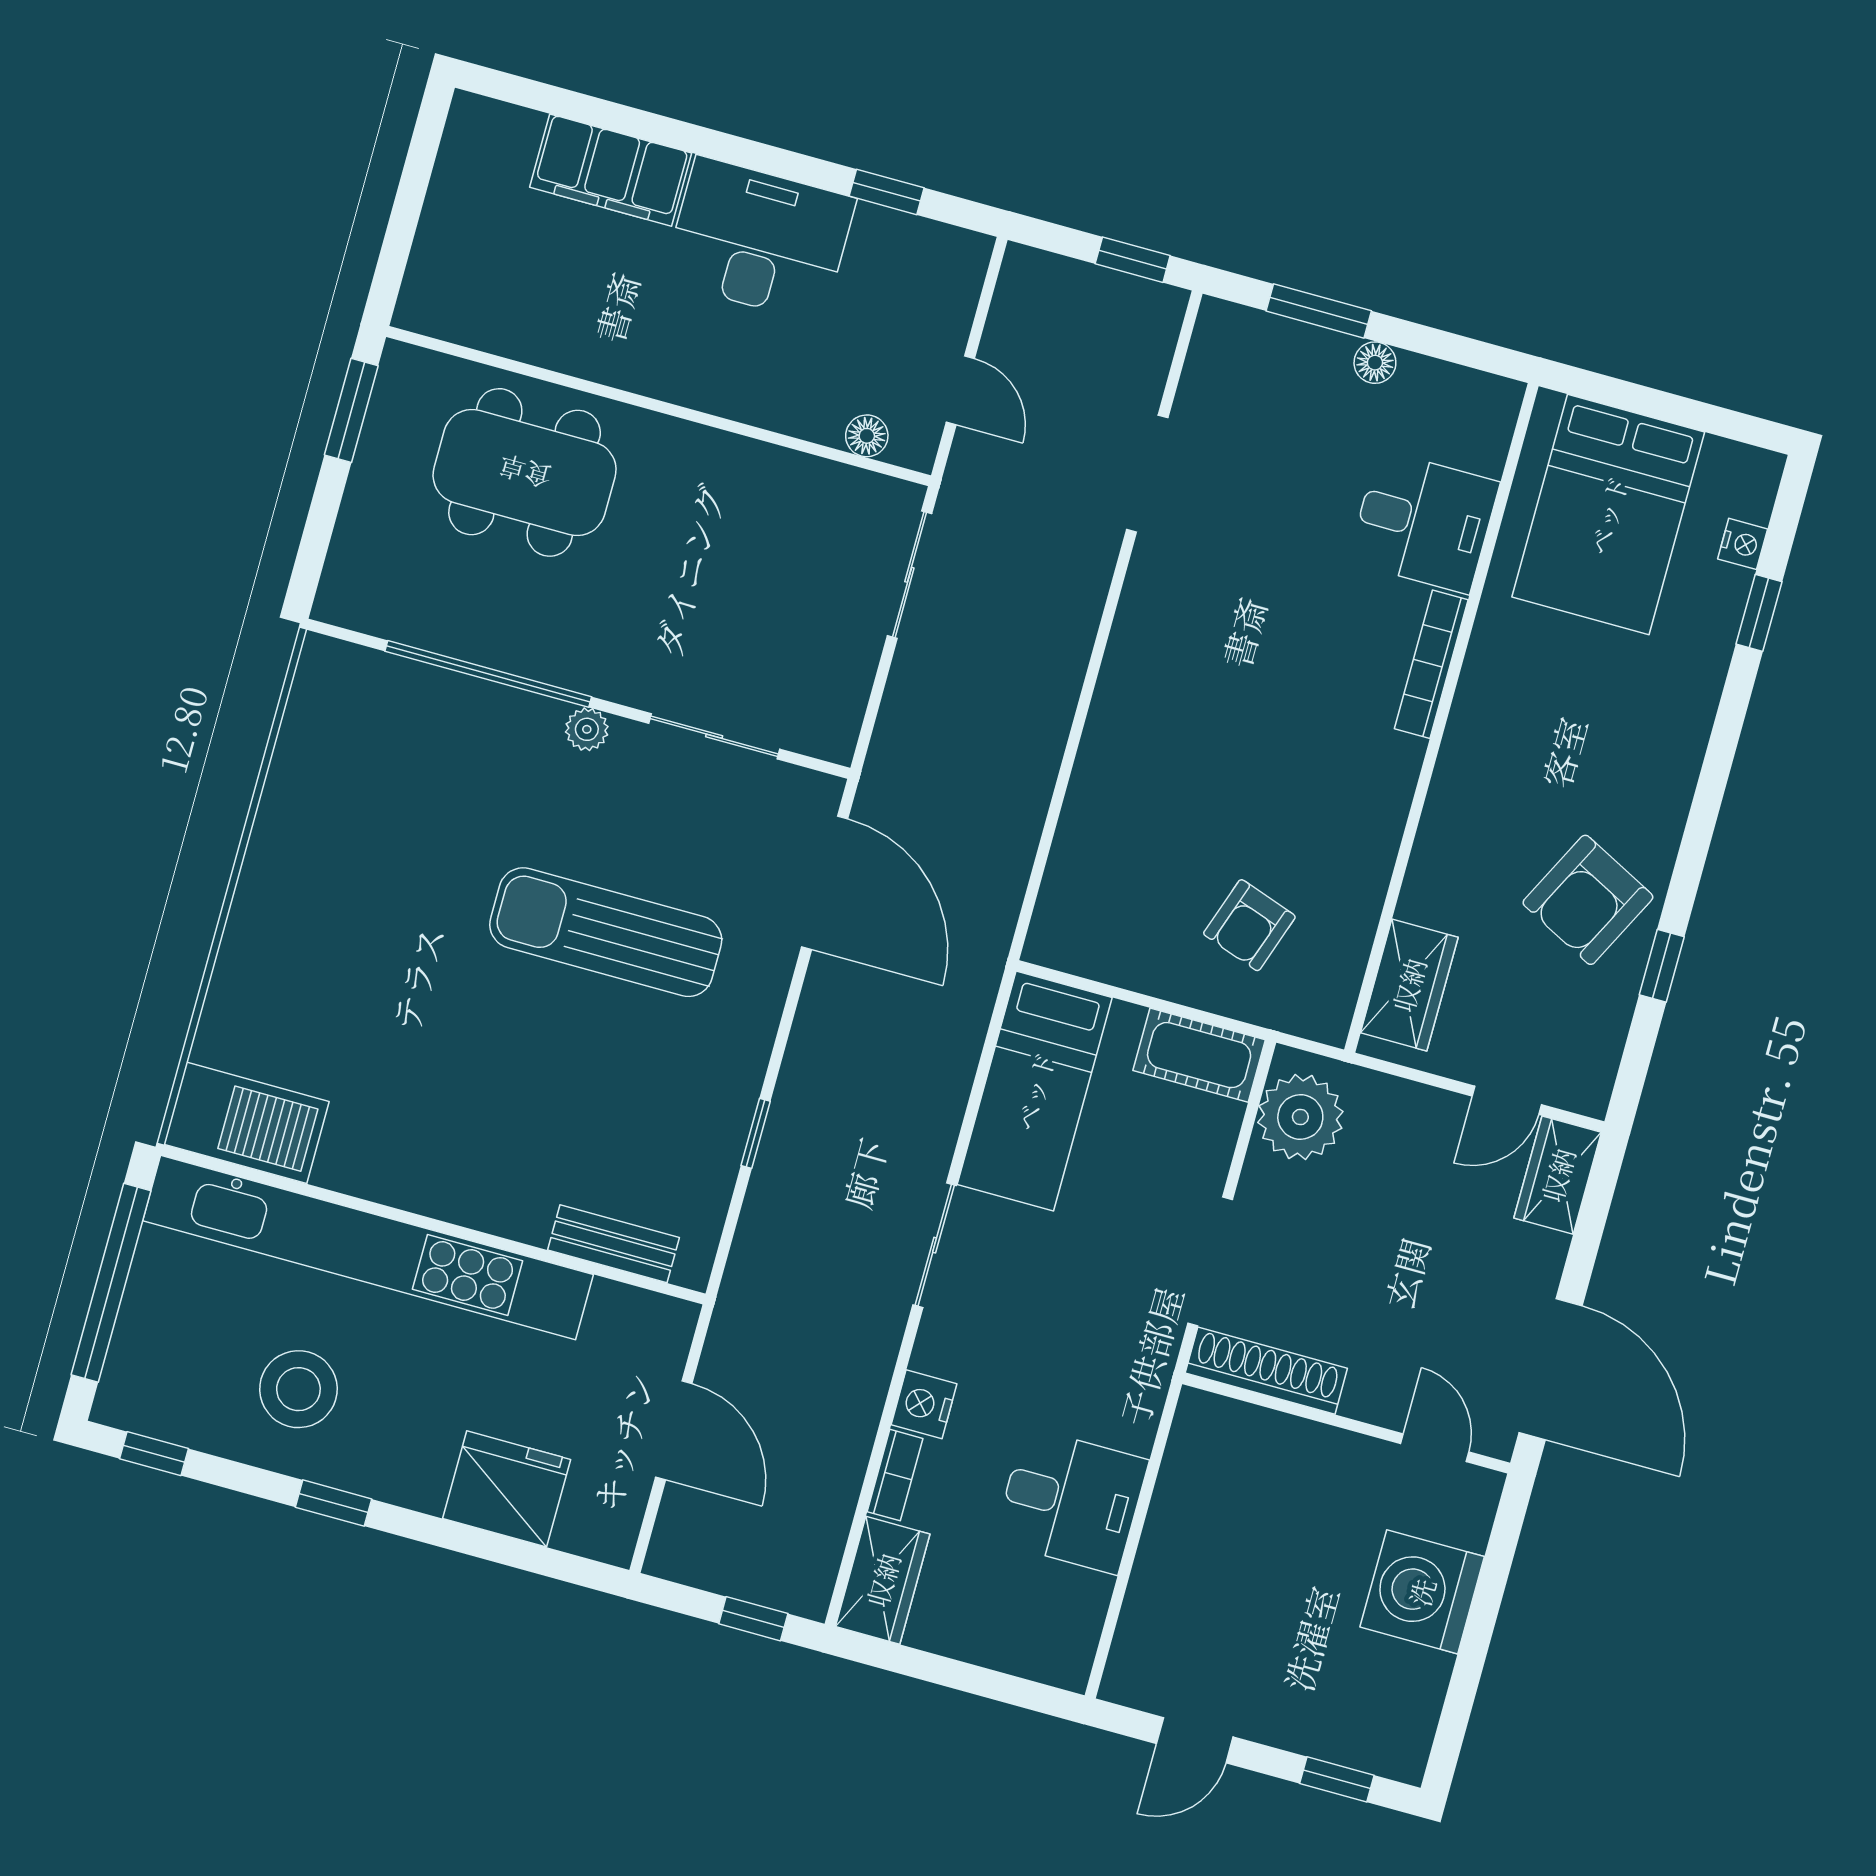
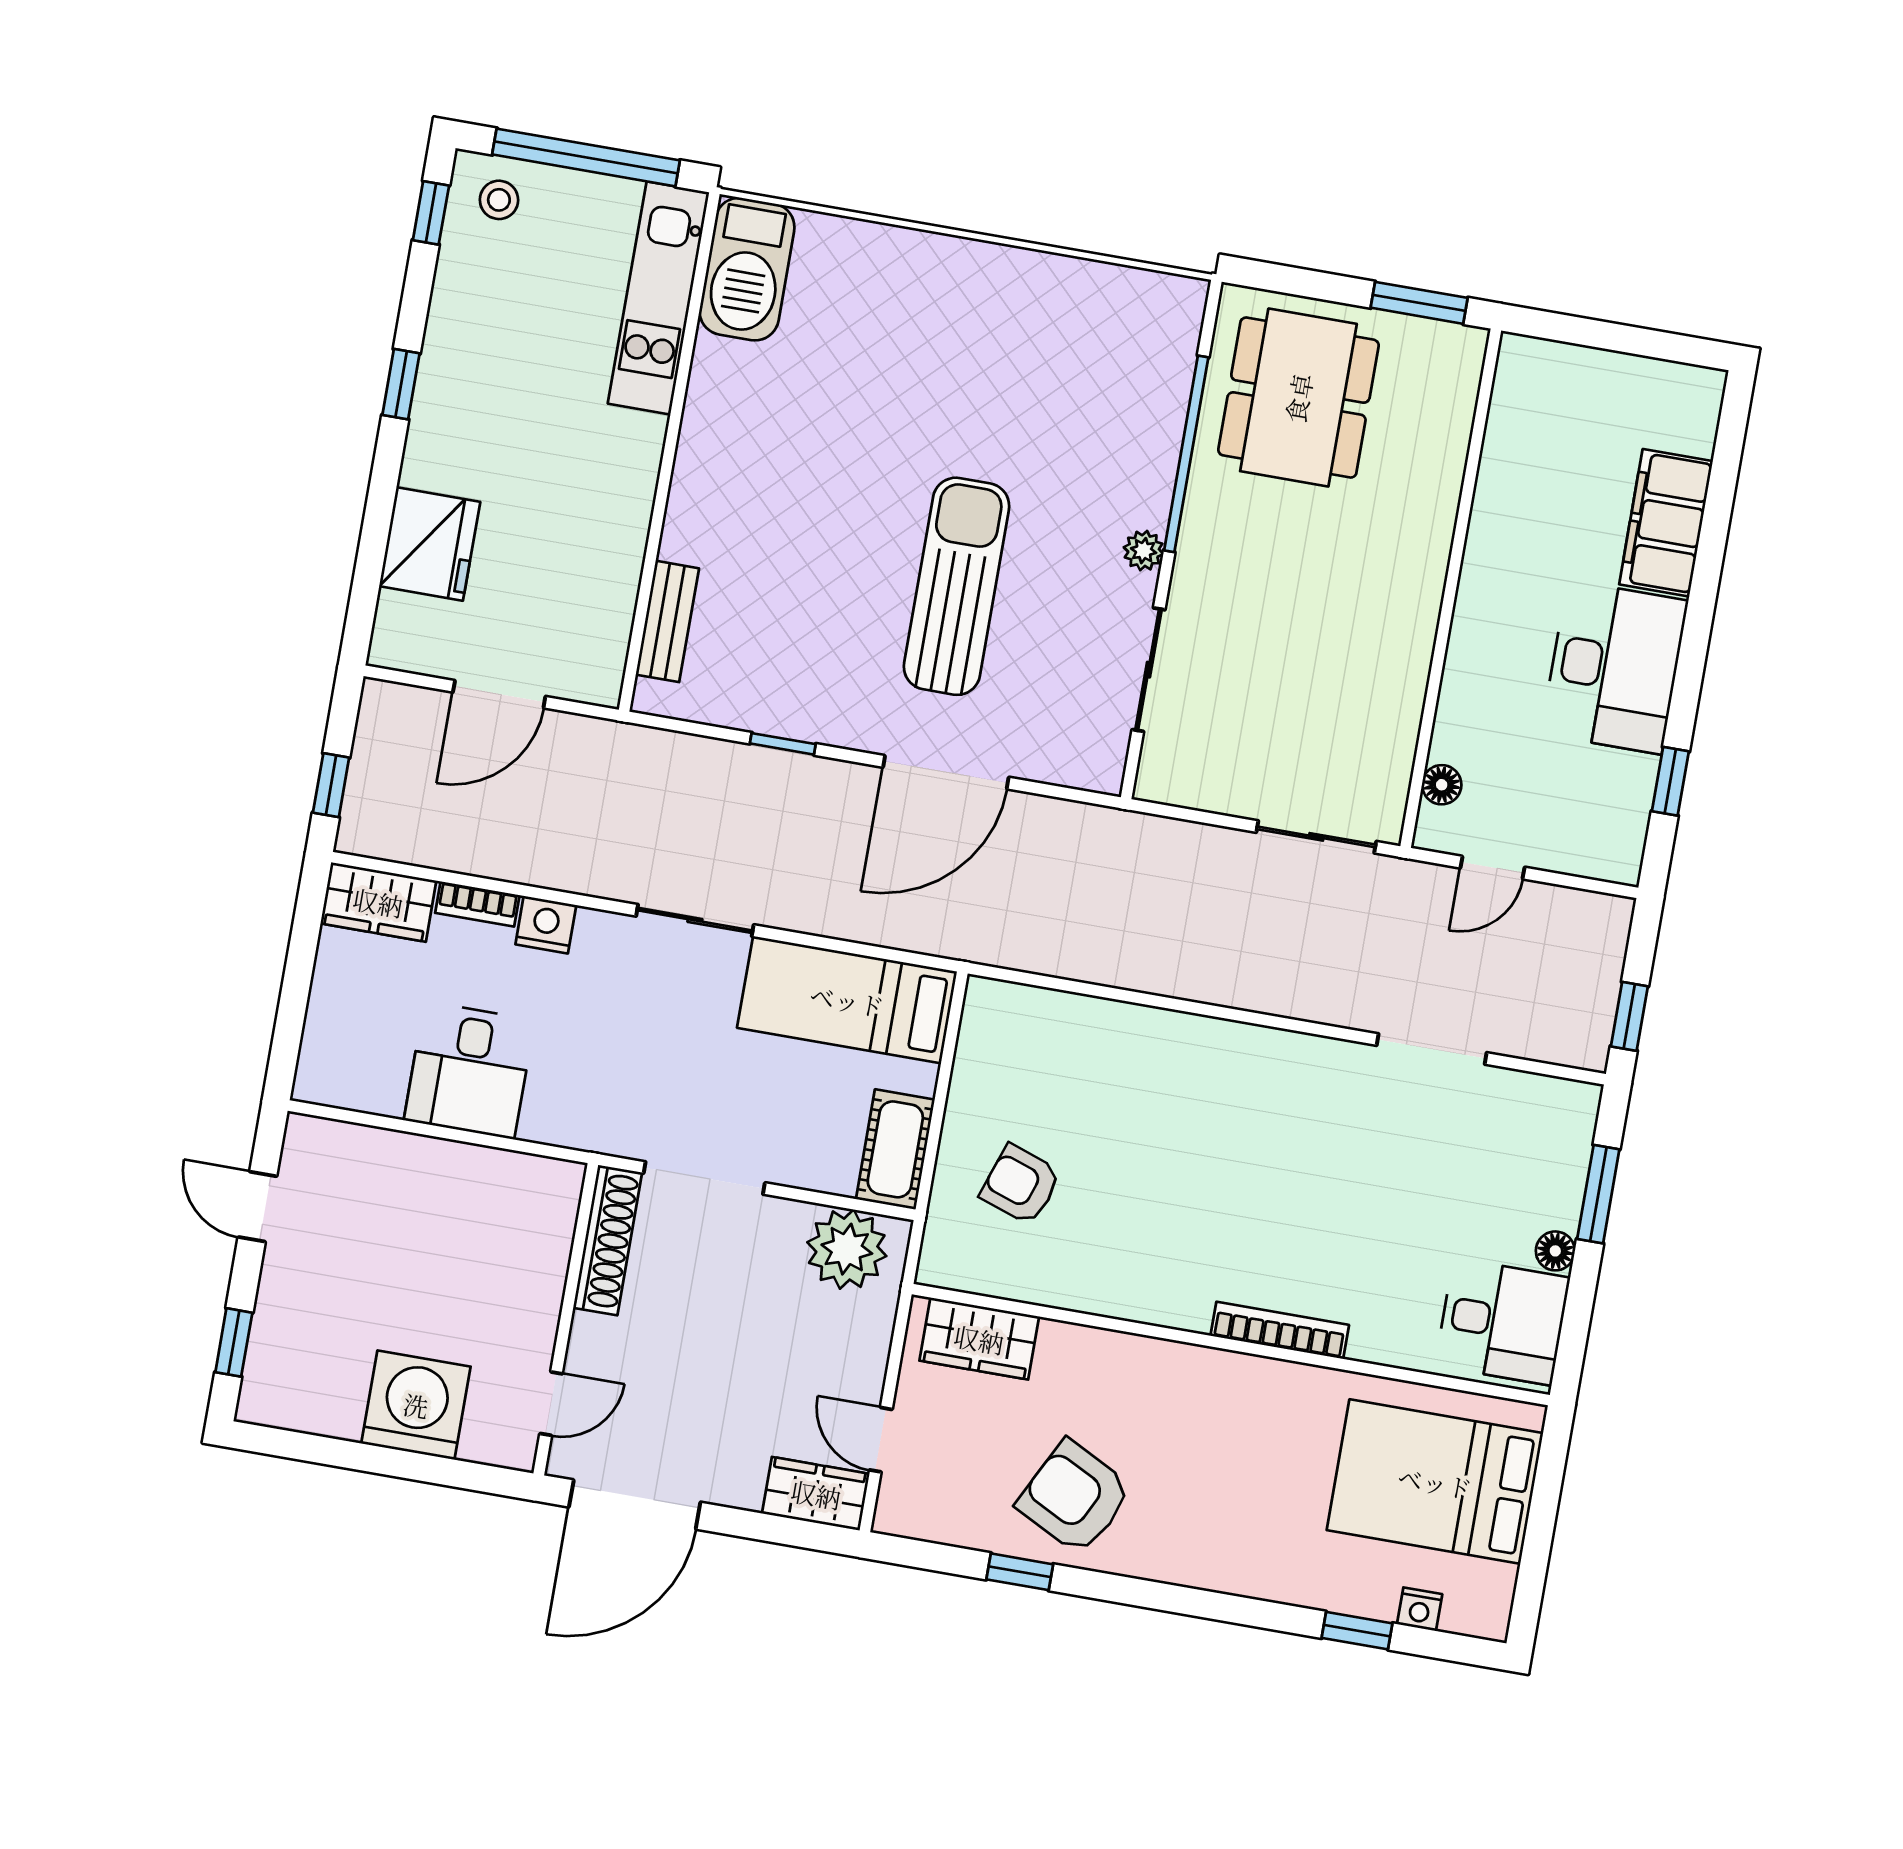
dining table: (525, 472) -> (1298, 398), moved
desk: (1424, 522) -> (1503, 1322), moved, turned -90
door: (825, 883) -> (946, 772), moved
kitchen unit: (368, 1248) -> (658, 298), width x0.54
stool: (298, 1389) -> (499, 200), moved, width x0.53, depth x0.53

